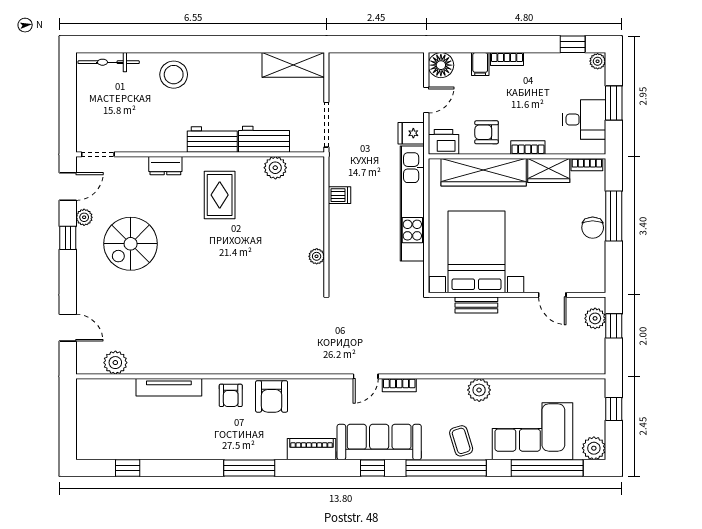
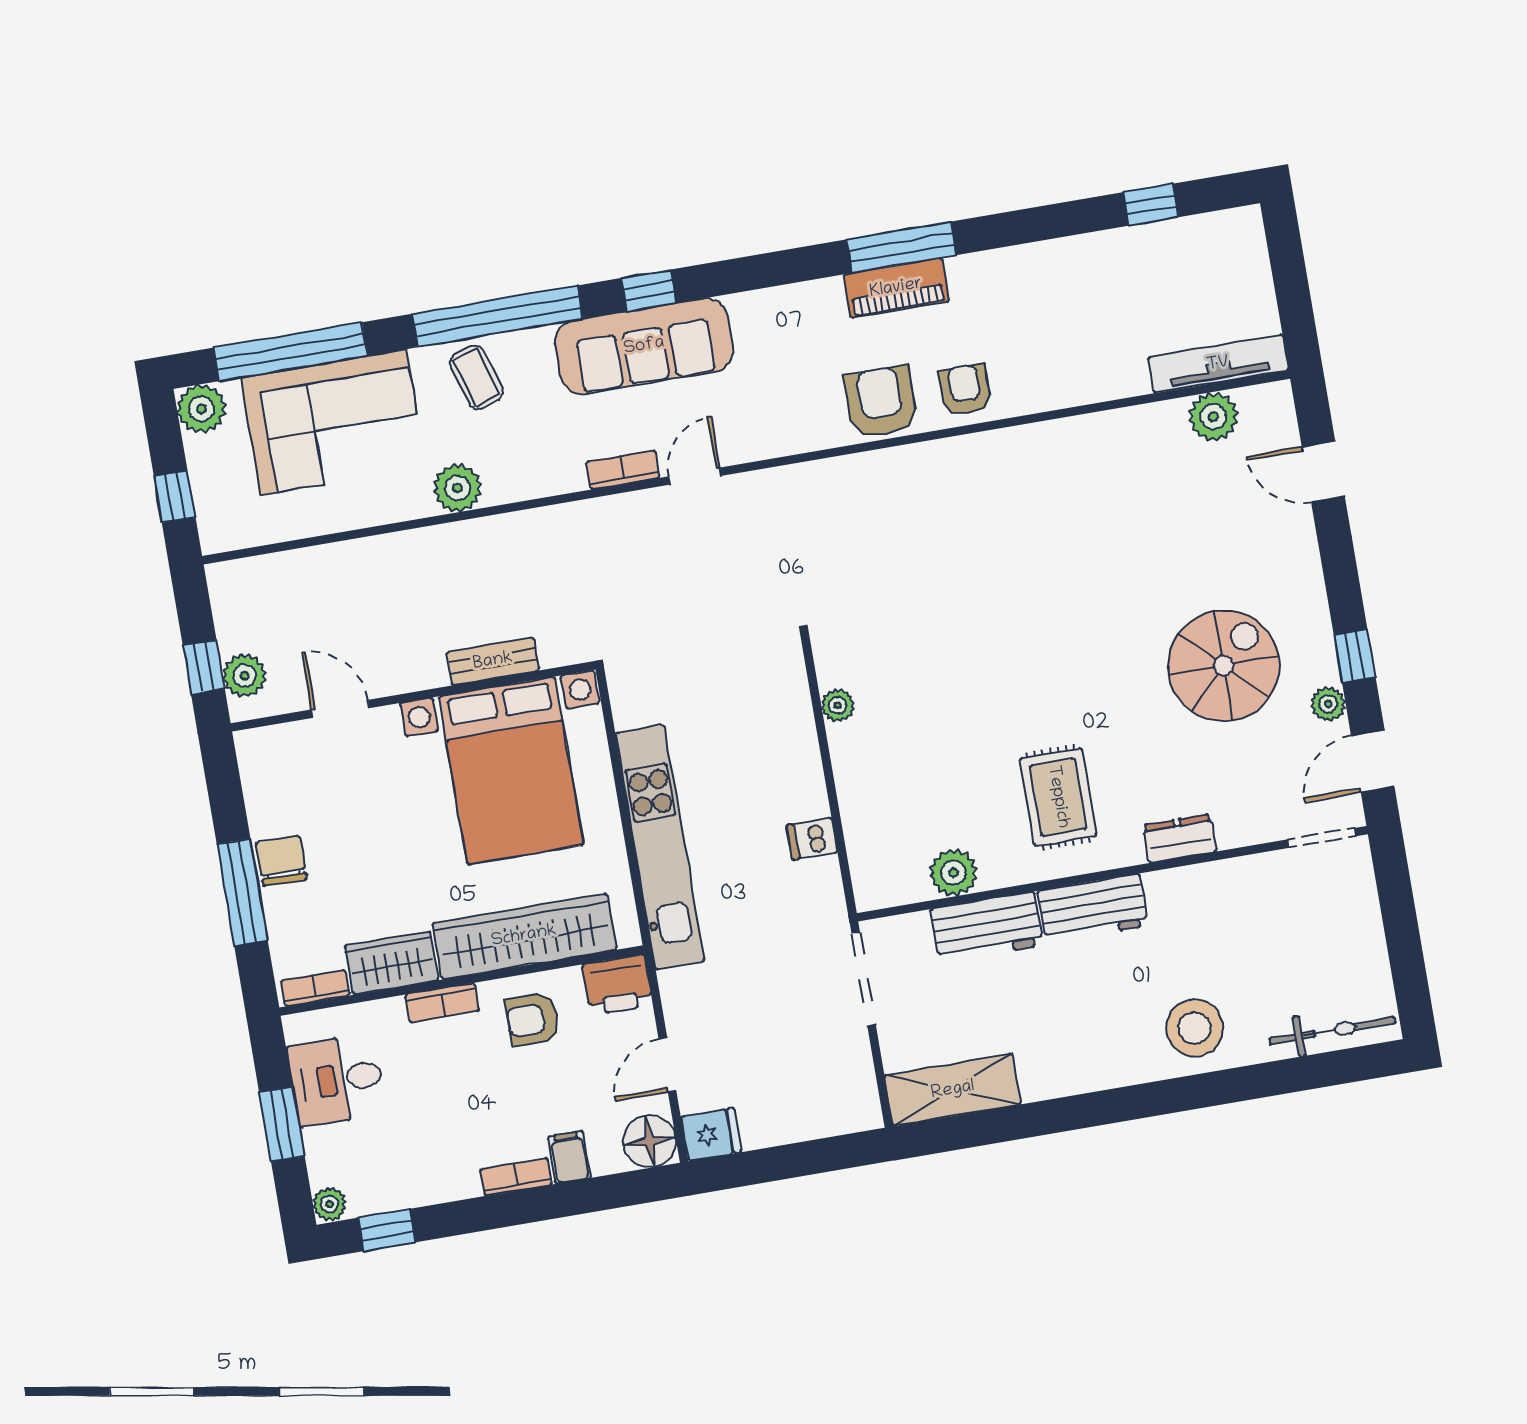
armchair: (487, 132) -> (532, 1019), turned 180
fridge: (411, 133) -> (711, 1134), moved
tv unit: (169, 387) -> (1218, 364), moved
piano: (312, 449) -> (896, 288), moved

